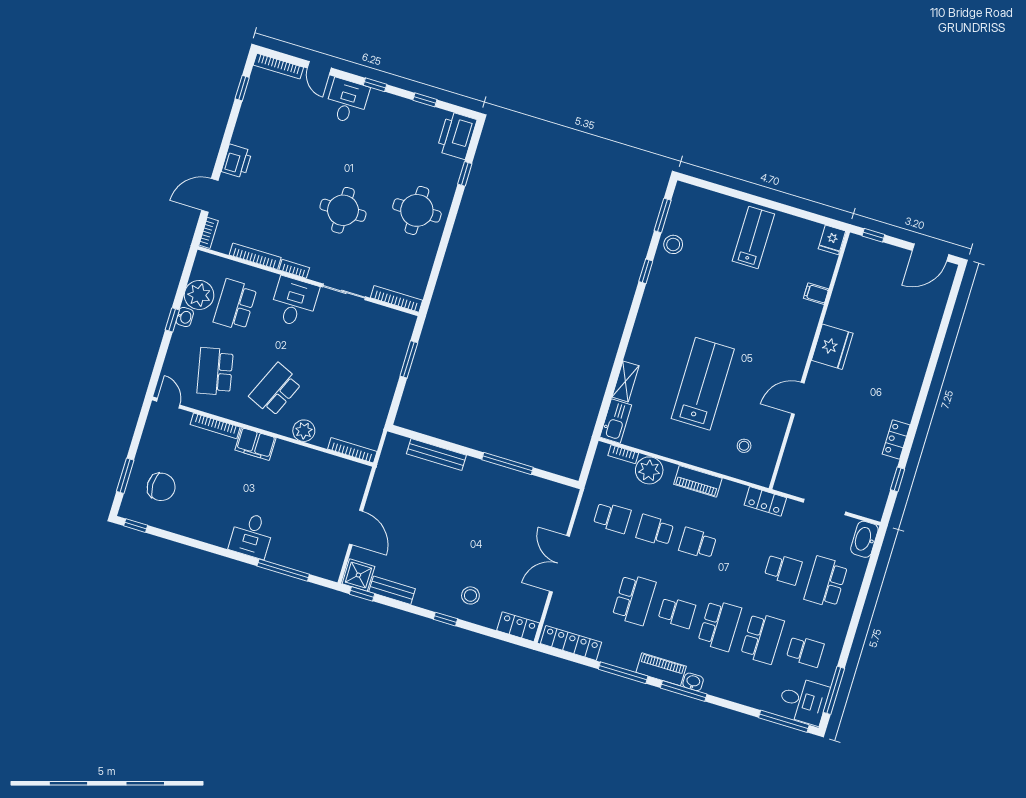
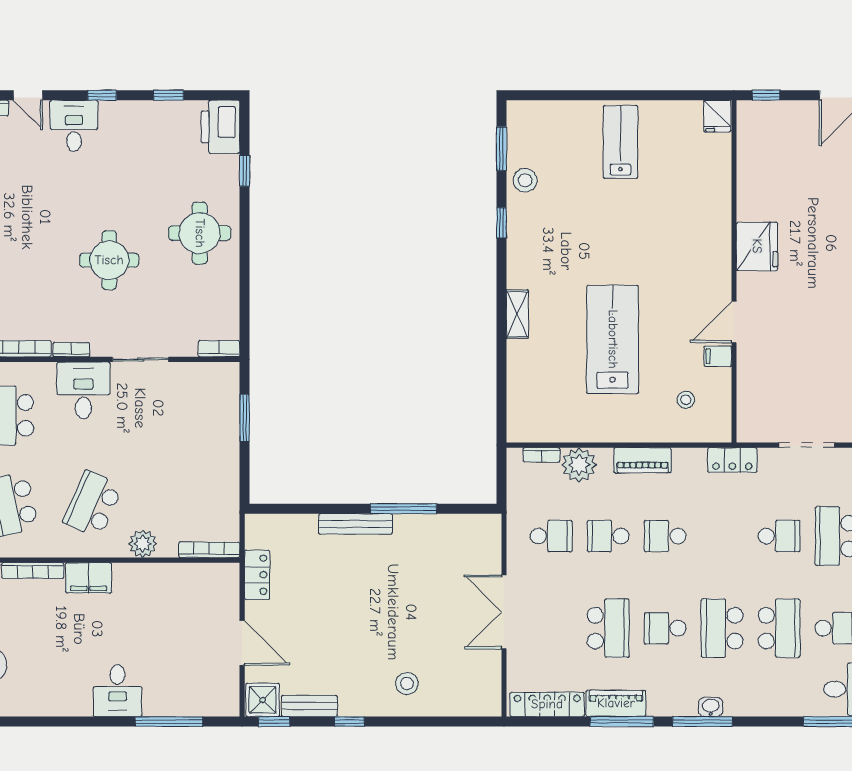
filing cabinet: (816, 294) -> (718, 356), moved
bookcase: (397, 299) -> (219, 349), width x0.64
shelving: (625, 381) -> (517, 314), moved
kitchen sink: (616, 421) -> (520, 417), removed
bench: (436, 454) -> (356, 524), moved
school desk: (677, 612) -> (665, 628), turned 180
window: (445, 619) -> (349, 722), moved
school desk: (720, 625) -> (722, 628), turned 180
locker: (518, 627) -> (257, 575), moved, turned 90
piano: (661, 669) -> (616, 703), moved

